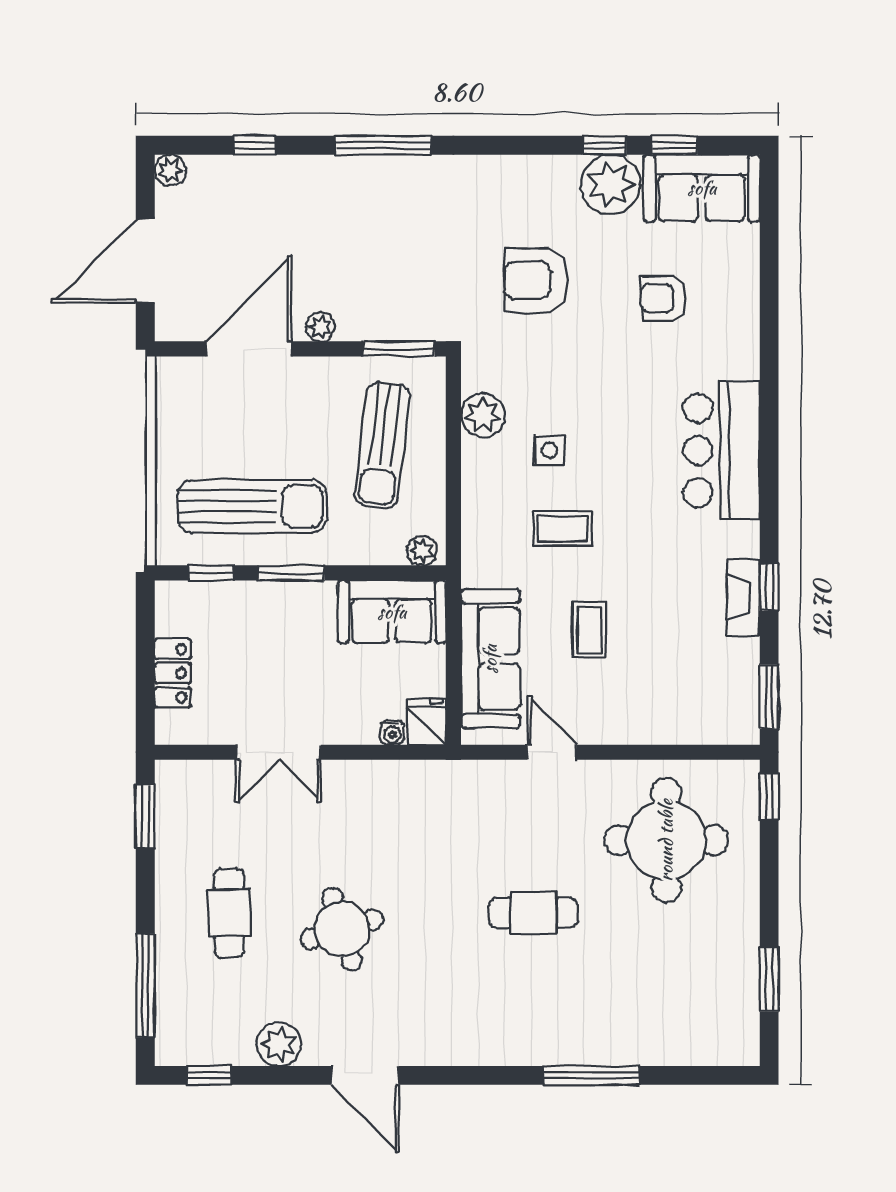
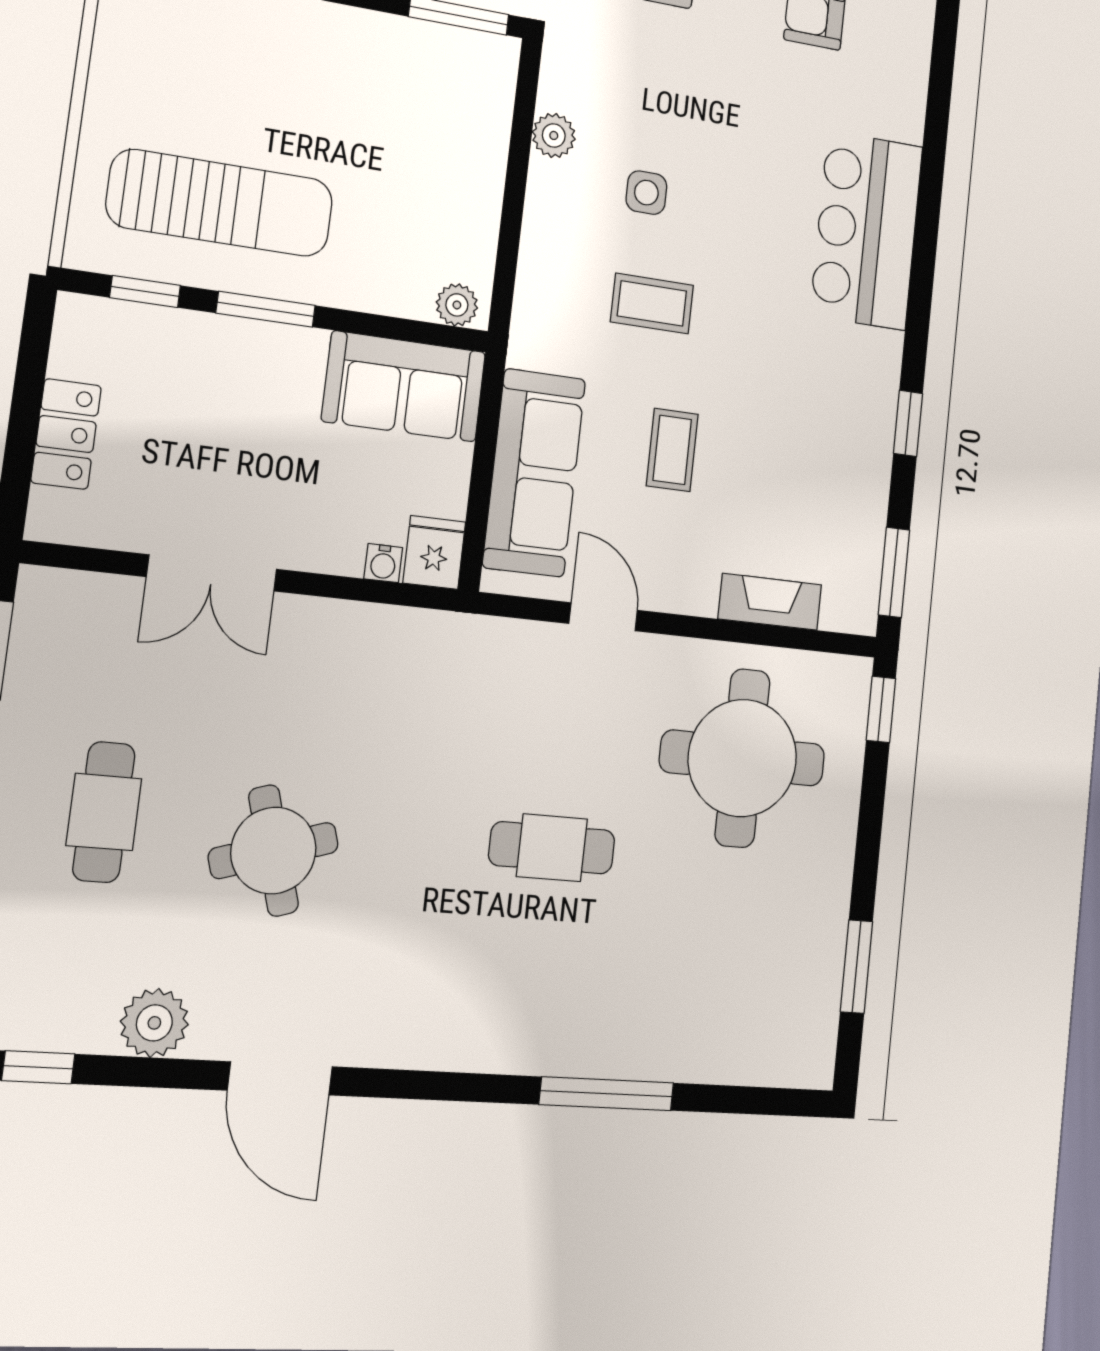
plant: (483, 415) -> (554, 135), width x0.73, depth x0.73
sun lounger: (382, 445) -> (419, 147), removed
fireplace: (743, 598) -> (770, 602), moved, turned 90

